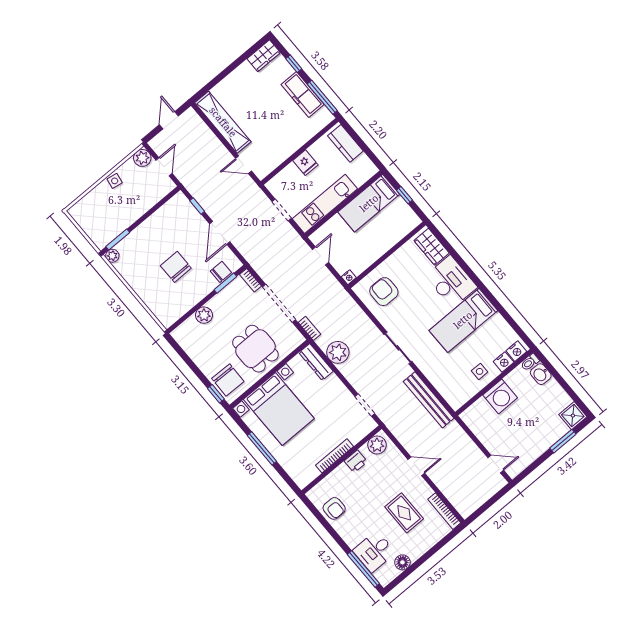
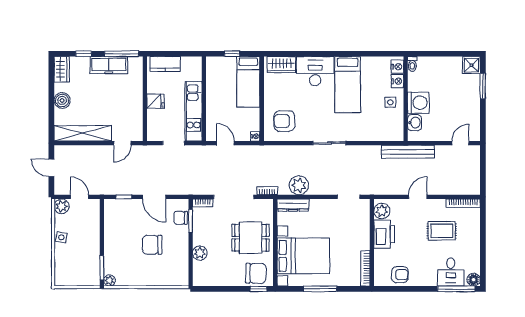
boiler: (236, 79) -> (62, 100), added
bed: (369, 203) -> (248, 82), moved
chair: (221, 272) -> (181, 218), turned -90
washbasin: (541, 374) -> (414, 123), moved, turned -90
bench: (429, 400) -> (408, 152), moved
bookcase: (334, 456) -> (365, 268), moved
printer: (356, 461) -> (384, 234), width x1.87, depth x1.48
floor lamp: (402, 562) -> (474, 280), moved

